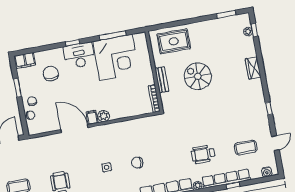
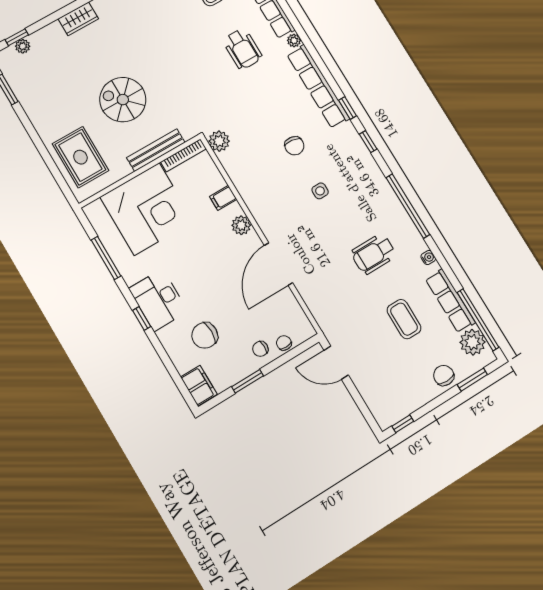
corner desk: (116, 57) -> (147, 209), moved, turned 90
spiral stairs: (198, 76) -> (123, 100), turned 90
bench: (162, 80) -> (156, 150), width x1.36
filing cabinet: (92, 117) -> (223, 198), moved
plant: (155, 121) -> (219, 141), added

